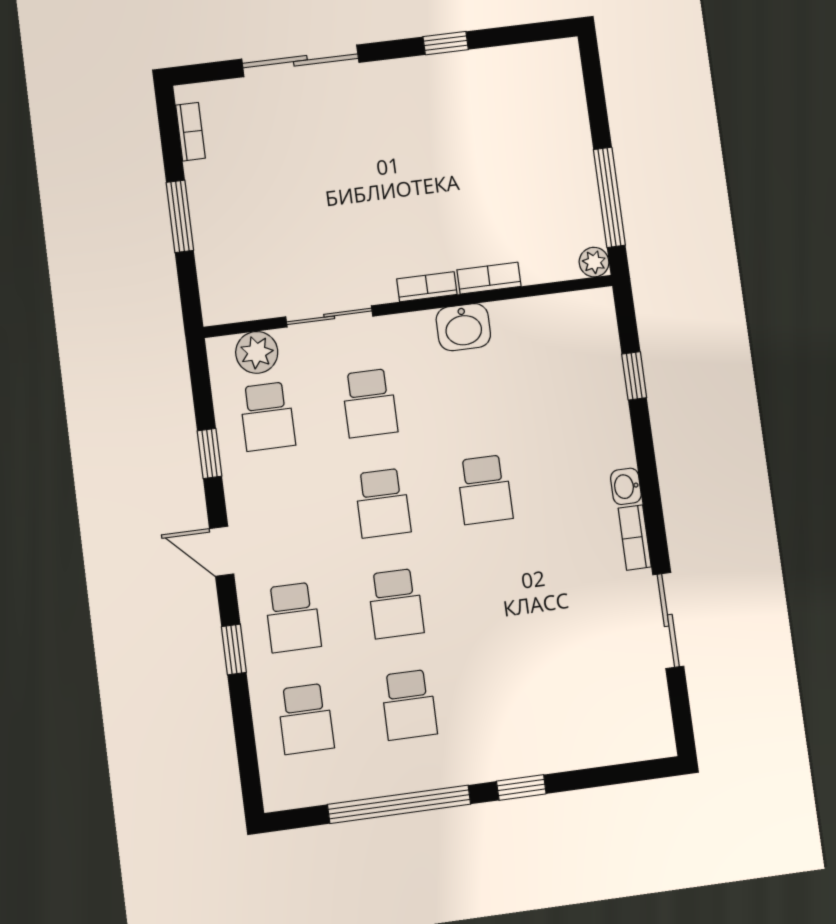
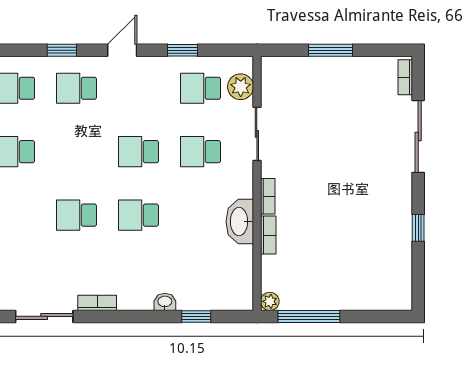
bookcase: (190, 132) -> (405, 77), moved, turned 90
washbasin: (463, 327) -> (240, 222), width x1.38
washbasin: (626, 486) -> (165, 302), moved
school desk: (396, 603) -> (77, 215), moved

